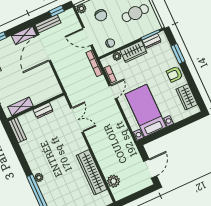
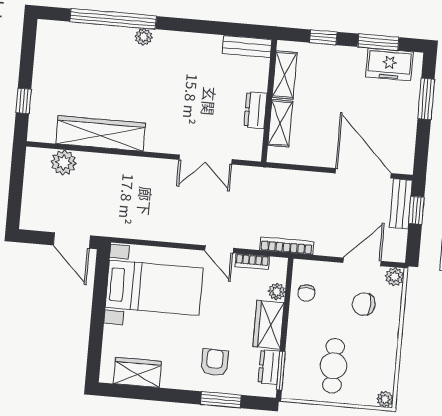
window: (57, 11) -> (416, 210), moved
shelving: (24, 35) -> (280, 123), moved
door: (87, 37) -> (362, 262), moved
armchair: (175, 74) -> (215, 362), moved
door: (150, 169) -> (72, 240), moved

